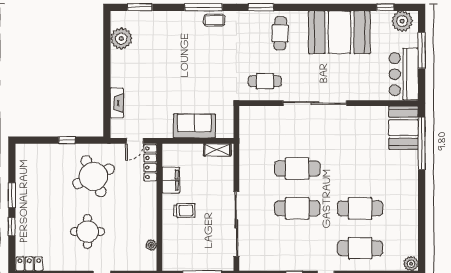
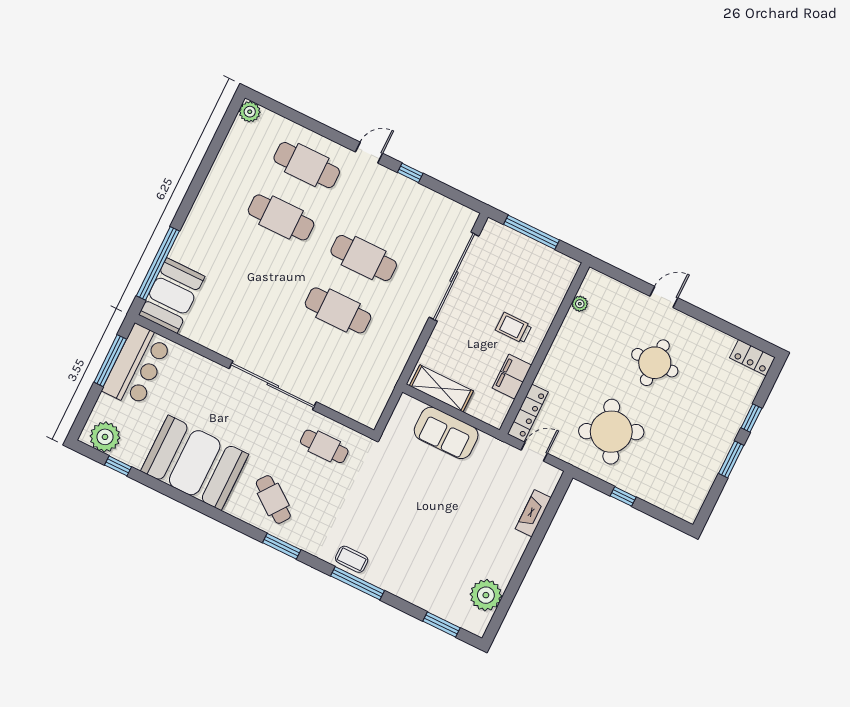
cafe table: (280, 33) -> (273, 499), turned -55
window: (422, 50) -> (110, 361), moved
shelving: (217, 150) -> (441, 388), width x1.50, depth x1.33

